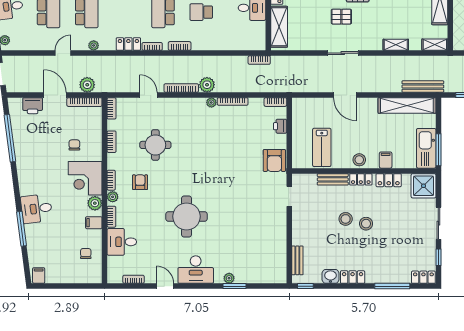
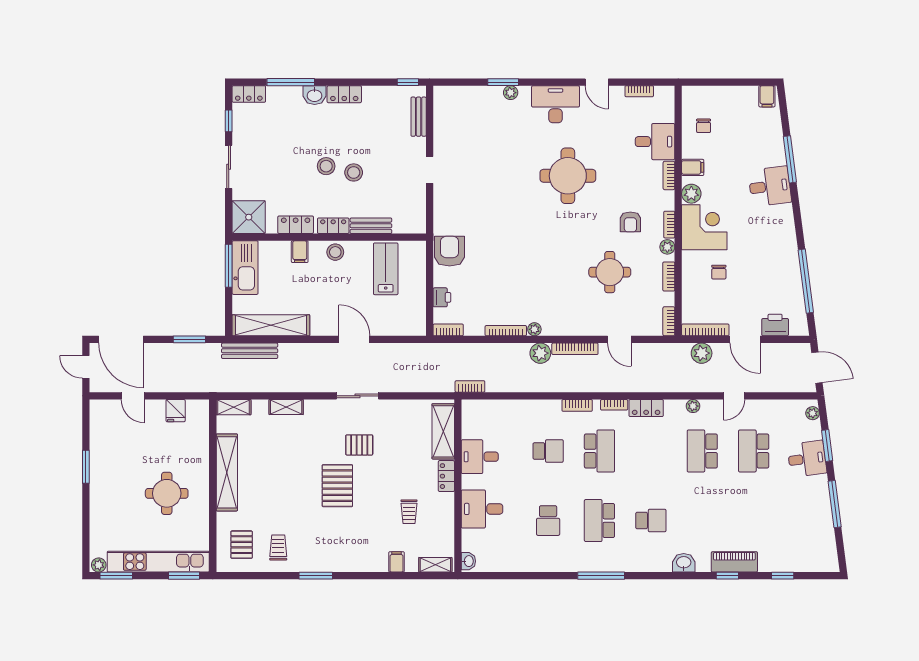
doorway: (289, 196) -> (430, 170), moved
plant: (113, 197) -> (667, 247), moved
washbasin: (330, 276) -> (315, 95), moved

